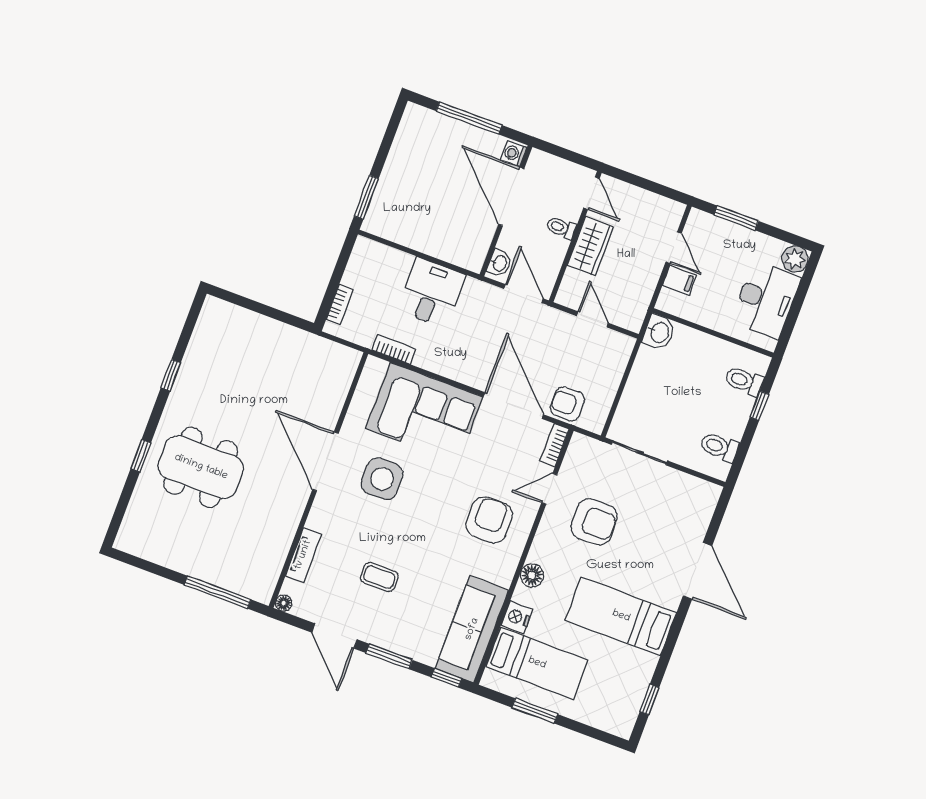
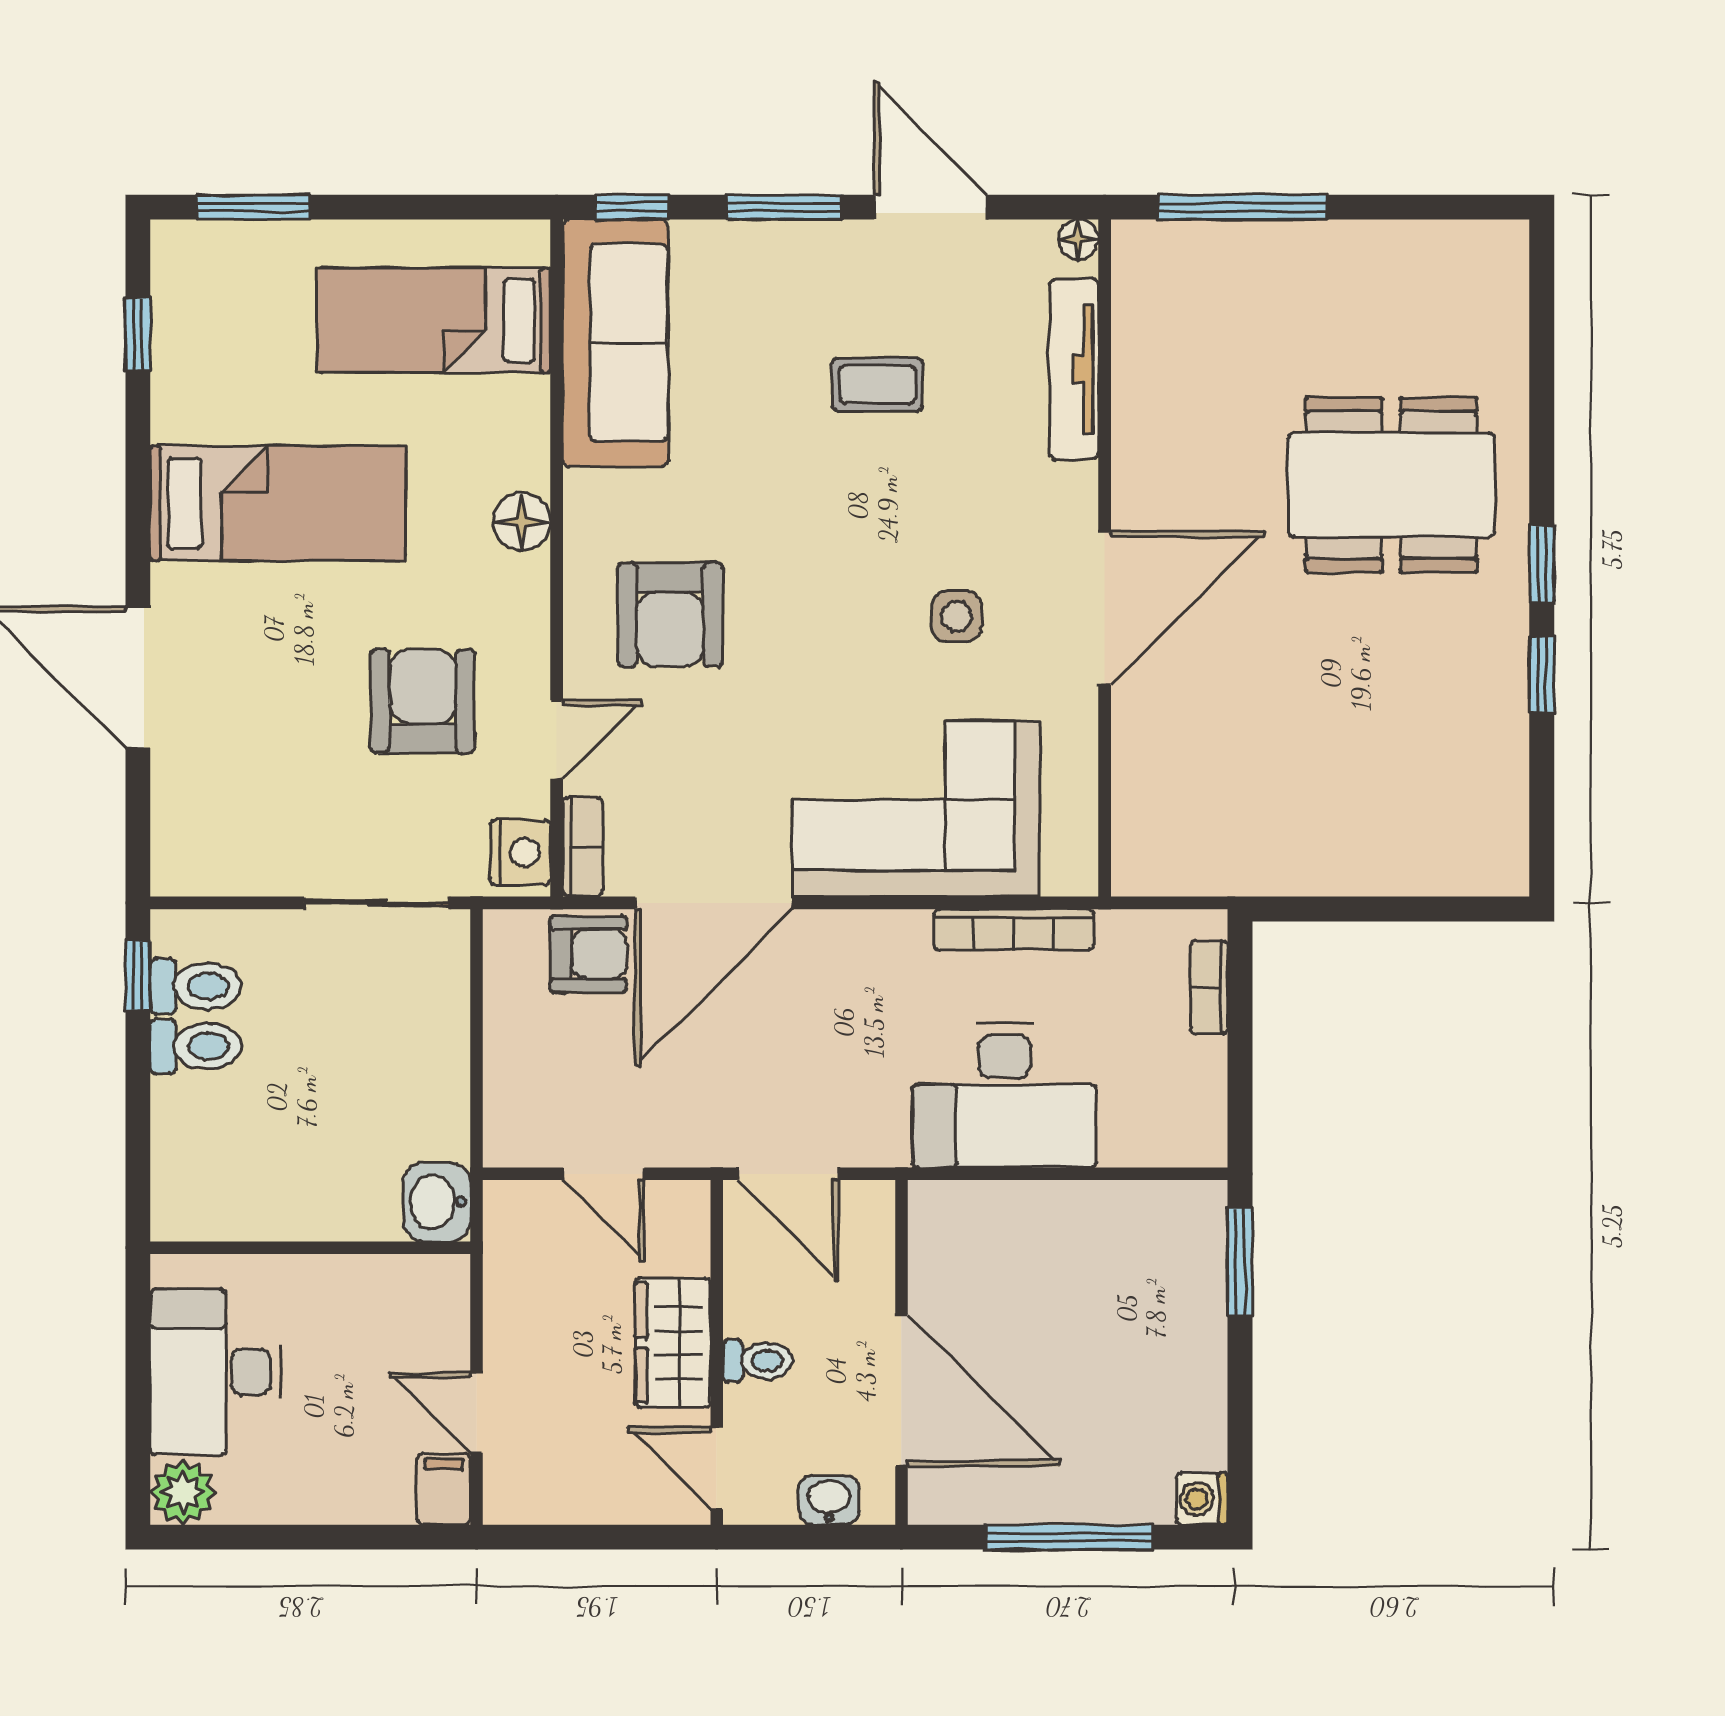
washing machine: (514, 154) -> (1202, 1499), moved, turned 180
window: (736, 218) -> (357, 1537), removed
washbasin: (500, 263) -> (829, 1500), moved, turned 90
filing cabinet: (679, 280) -> (444, 1489), moved, turned 90
desk: (431, 293) -> (1004, 1095), width x1.37
bookcase: (394, 349) -> (1014, 930), width x1.56
toilet: (744, 381) -> (196, 1046), moved
door: (513, 406) -> (714, 903), hinge flipped
window: (759, 406) -> (138, 976), moved
window: (141, 456) -> (1542, 564), moved
door: (325, 461) -> (1105, 608), hinge flipped
side table: (382, 479) -> (957, 617), width x0.54, depth x0.54
armchair: (594, 522) -> (423, 701), turned 90
tv unit: (303, 555) -> (1074, 369), width x1.41
nightstand: (517, 617) -> (520, 852), moved
window: (535, 711) -> (253, 207), moved

